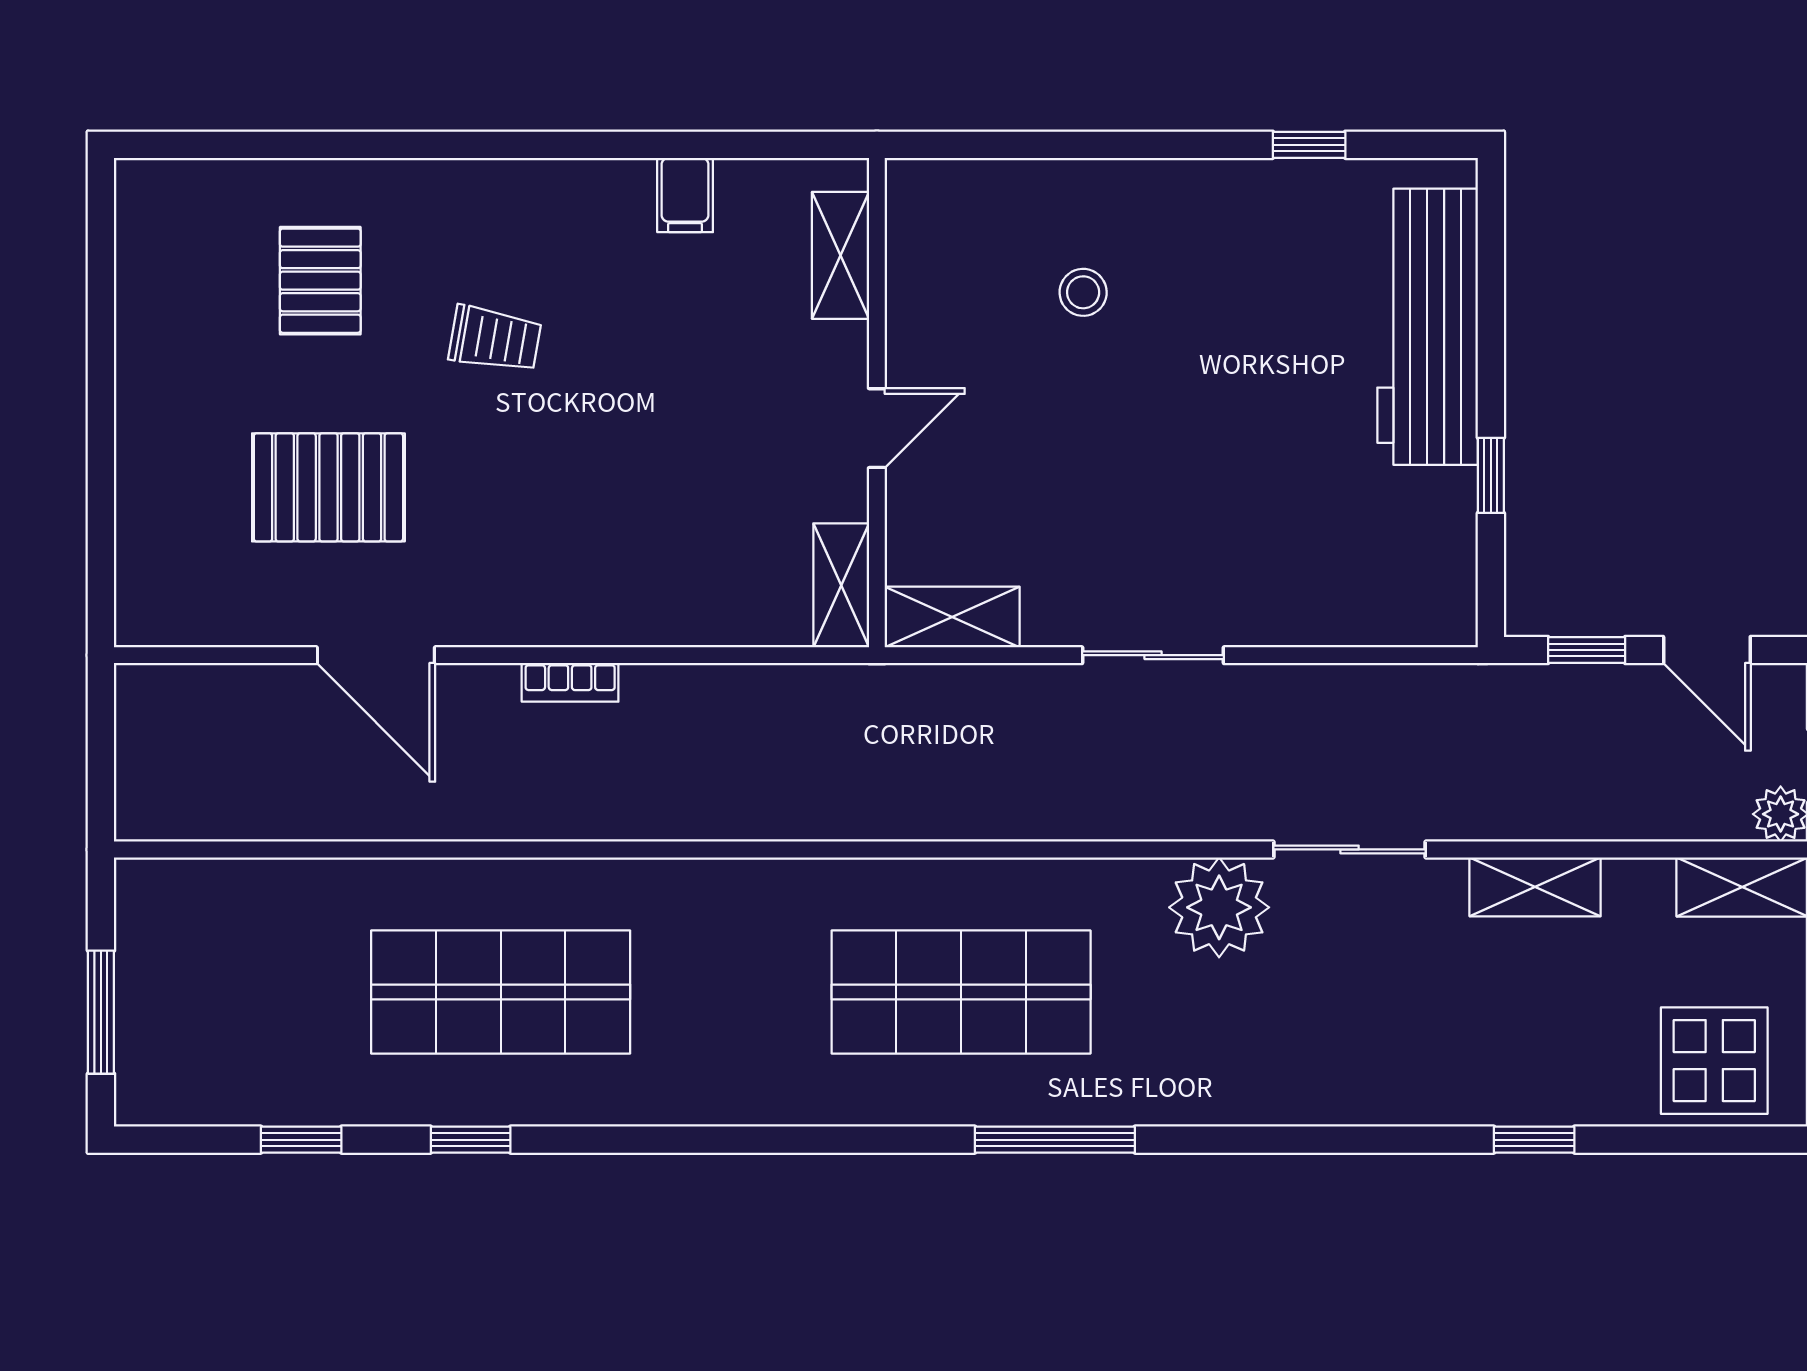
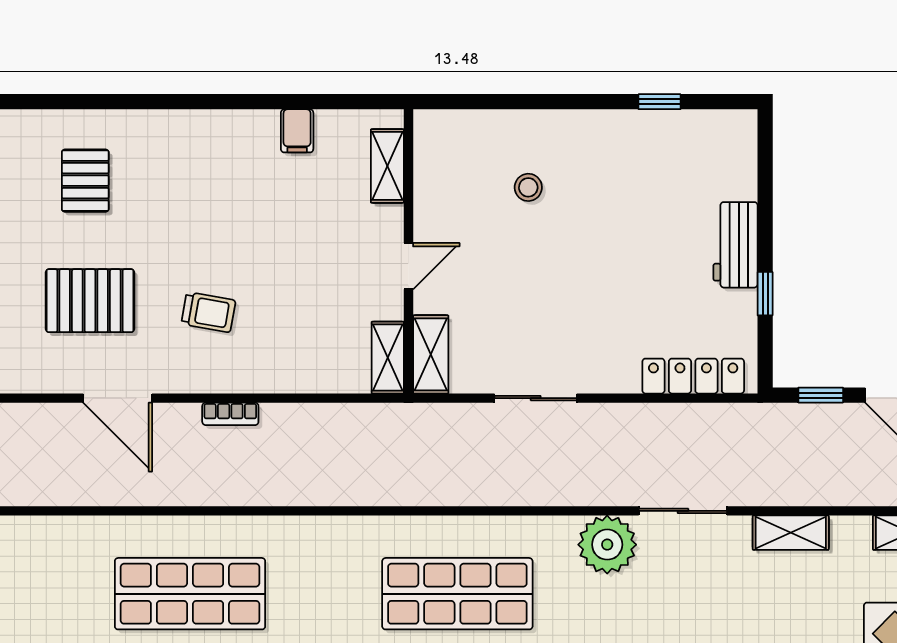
workbench: (1428, 327) -> (735, 245), width x0.53, depth x0.76
trolley: (495, 339) -> (208, 312), moved
shelving: (952, 617) -> (431, 354), moved, turned 90
locker: (1367, 617) -> (693, 376), added
sliding door: (1153, 655) -> (536, 398), moved

